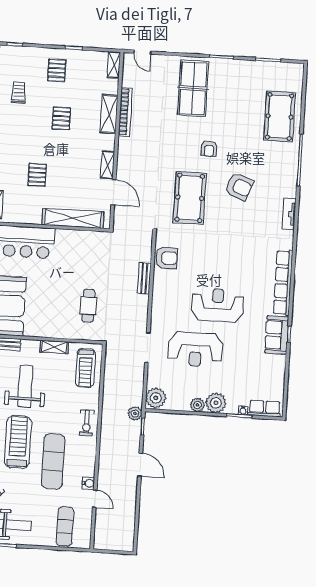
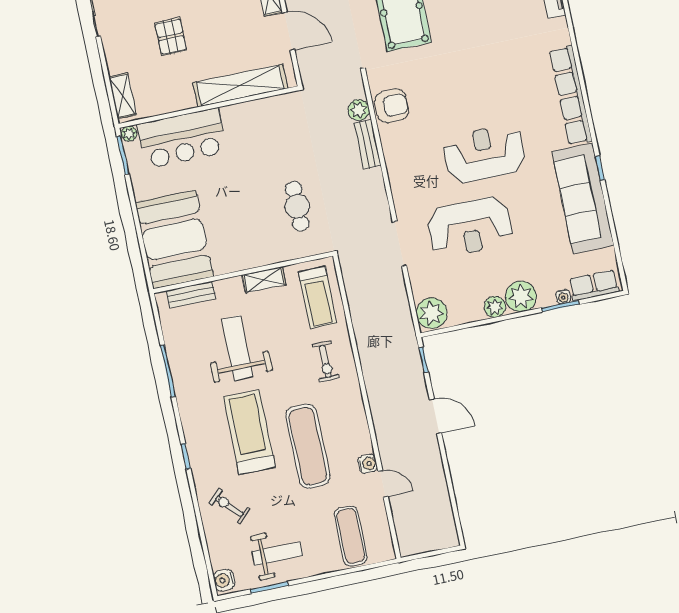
sofa: (277, 335) -> (583, 198), width x1.85, depth x1.27
plant: (135, 413) -> (359, 110), moved
exercise bike: (87, 423) -> (325, 361), moved

